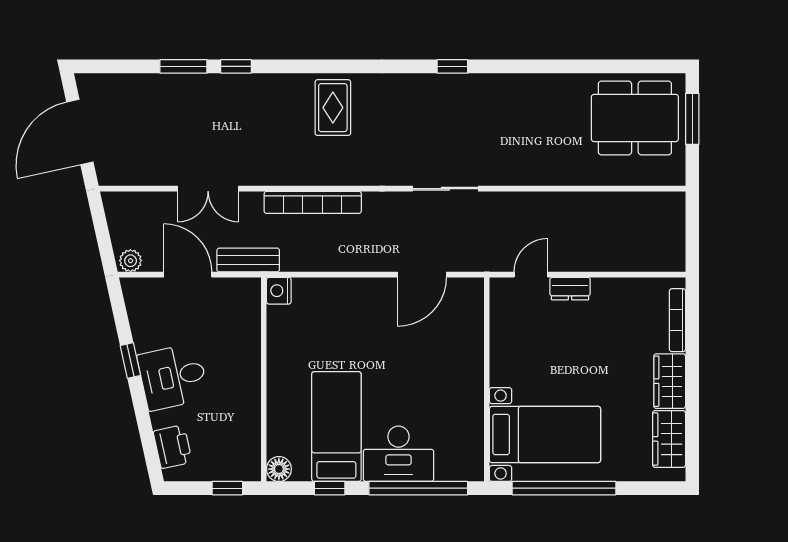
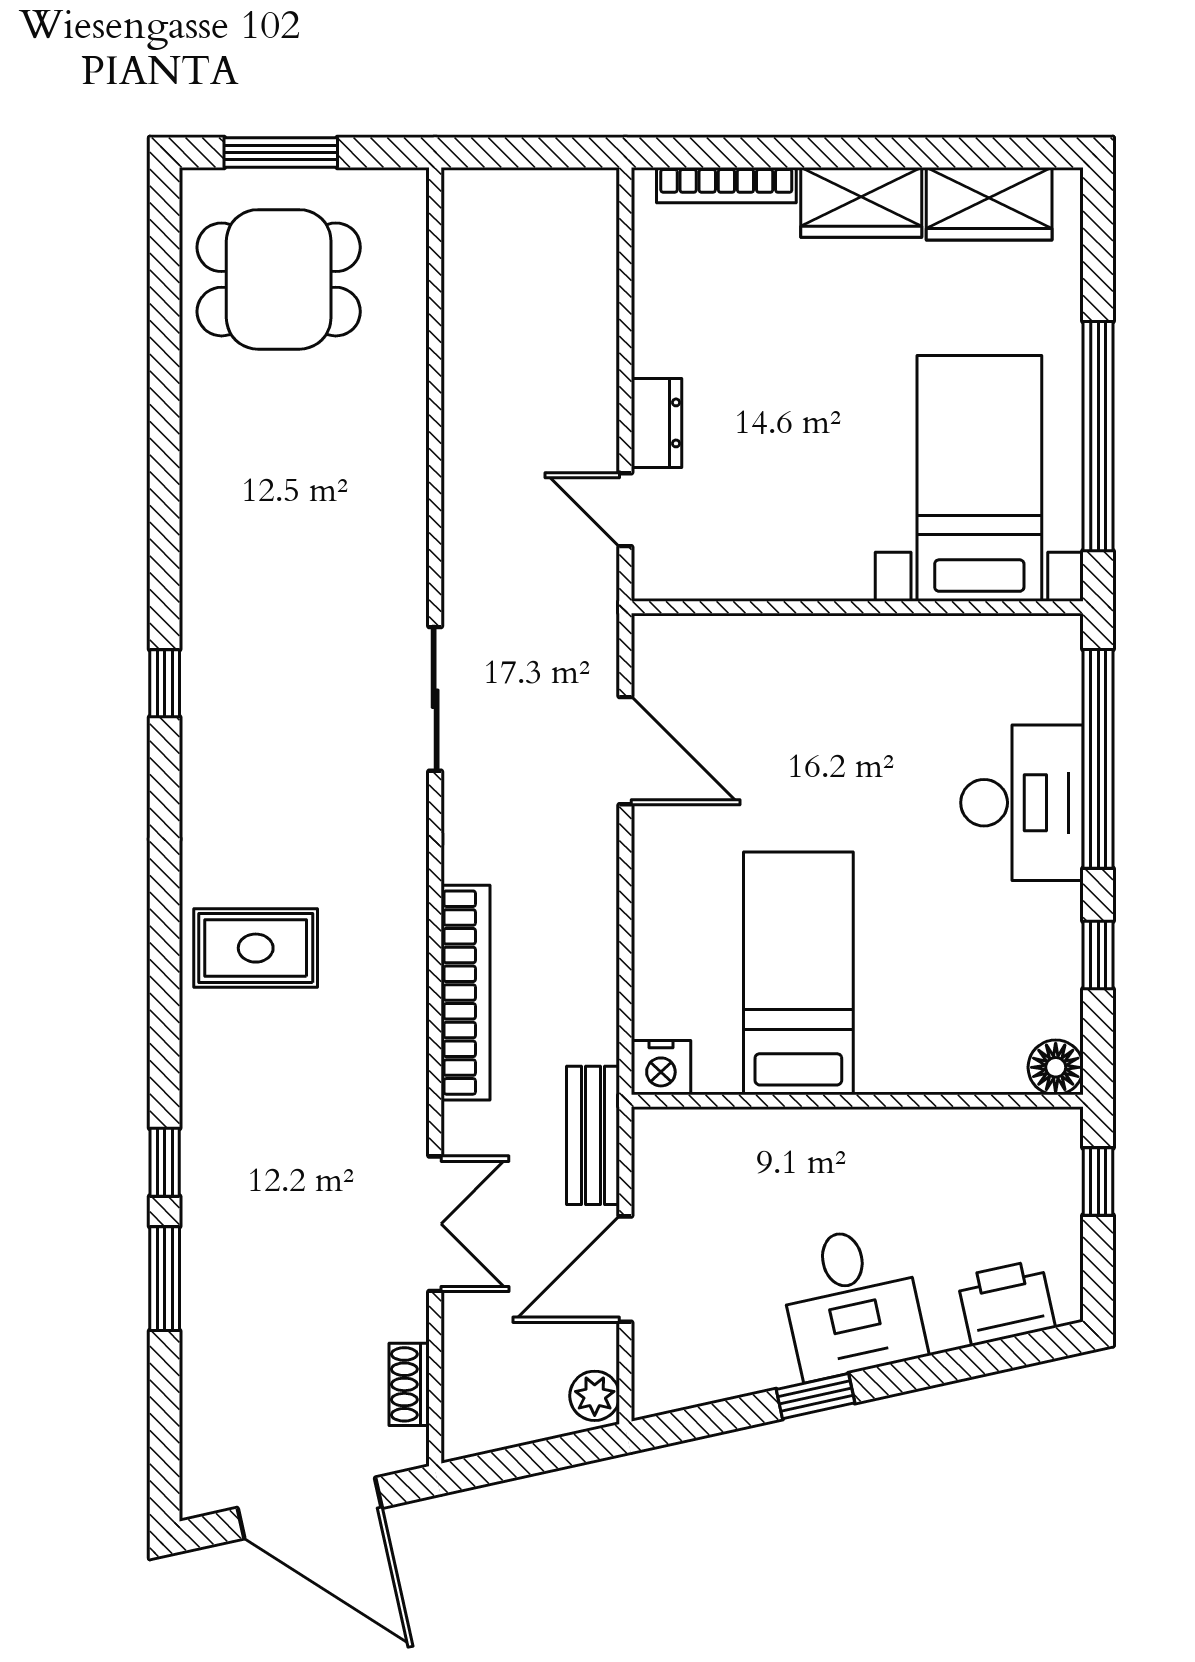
dining table: (635, 118) -> (279, 279), width x0.73
shoe rack: (136, 177) -> (409, 1384), added
bed: (336, 427) -> (798, 973), moved, turned 90

